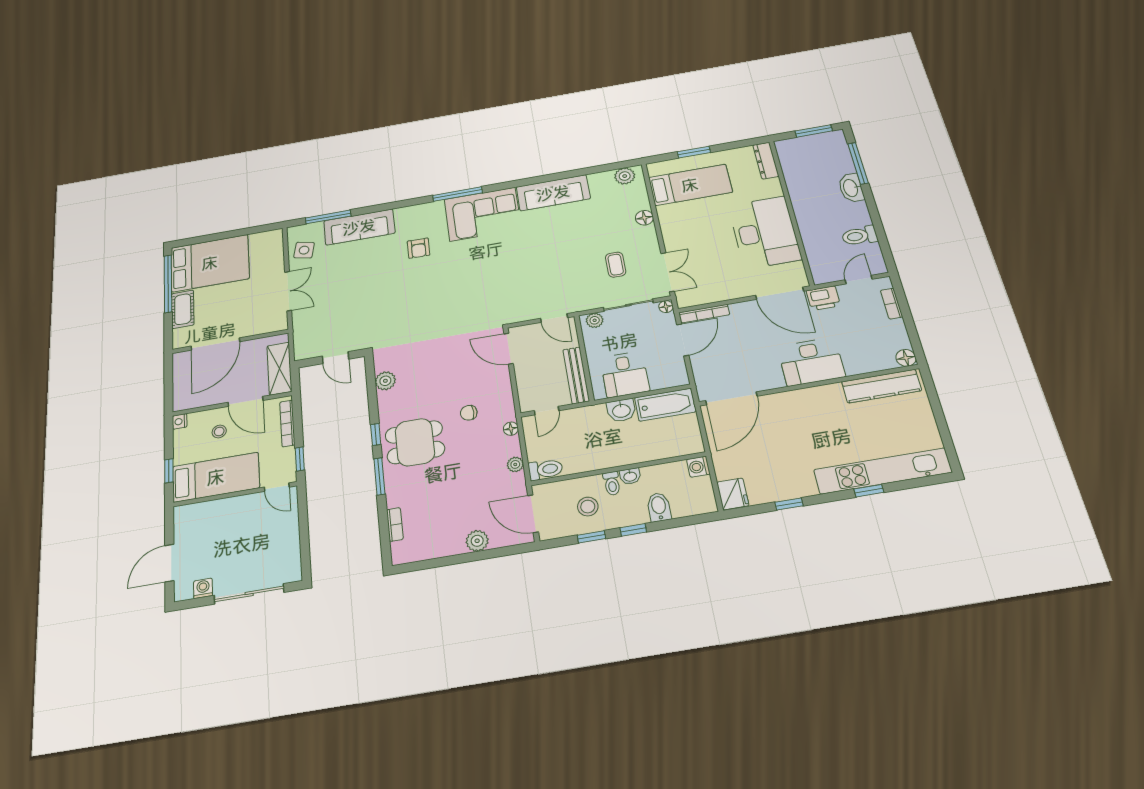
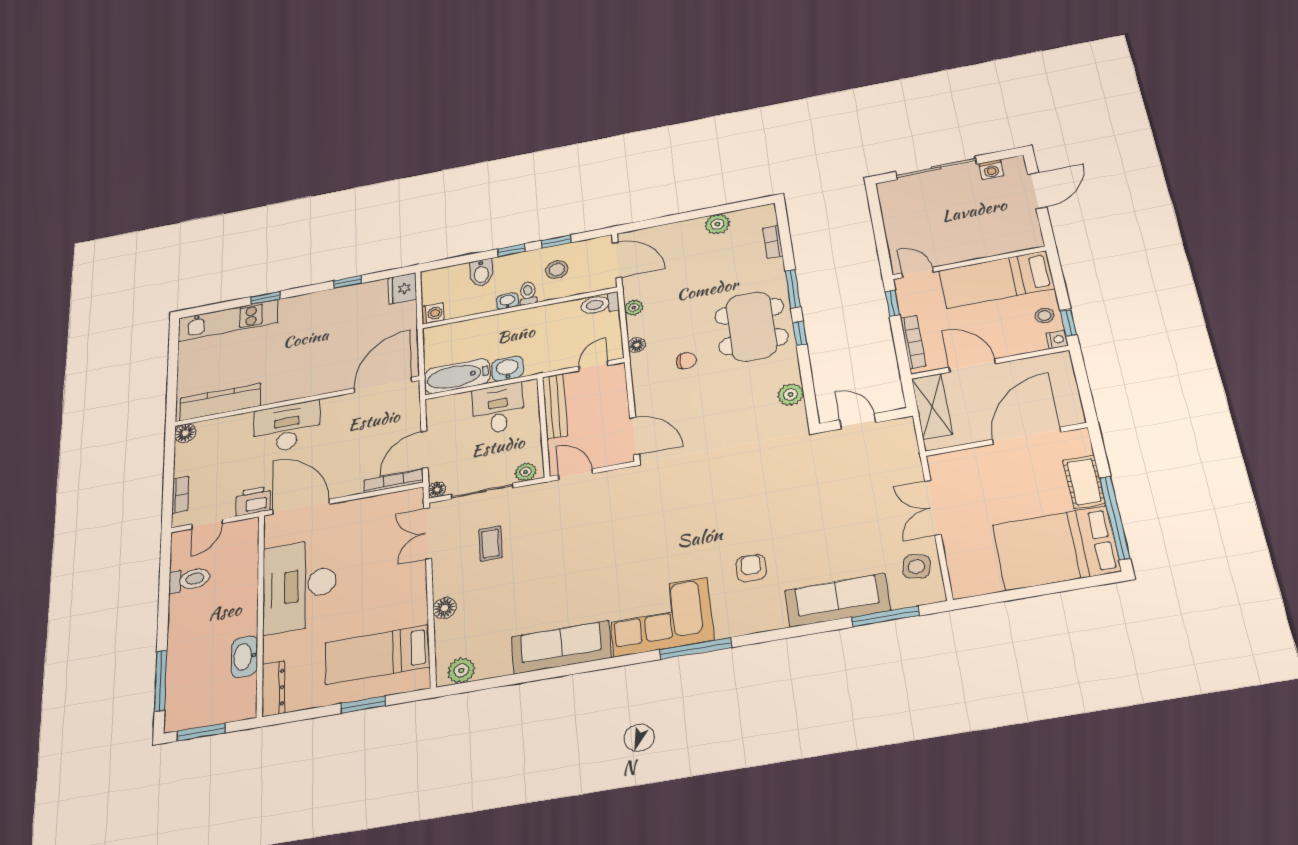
washbasin: (851, 188) -> (245, 657), moved, turned 180
stool: (219, 431) -> (1044, 315), moved
dining table: (415, 442) -> (751, 326), width x1.38
window: (169, 471) -> (1069, 323), moved
kitchen unit: (883, 471) -> (228, 320), width x0.73
plant: (477, 541) -> (717, 224), moved

